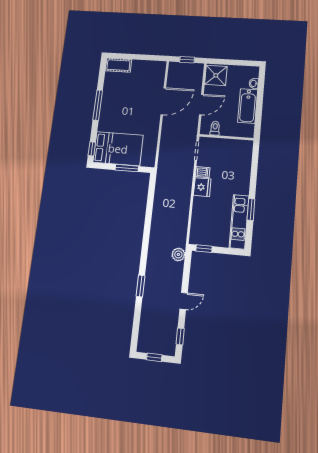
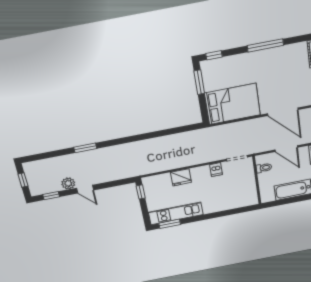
bed: (118, 149) -> (232, 104), moved, turned -90
window: (127, 168) -> (199, 82), moved
fridge: (202, 187) -> (181, 177), moved
window: (251, 209) -> (170, 224), moved
plant: (178, 254) -> (68, 183), moved

